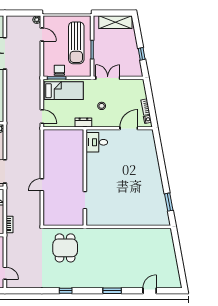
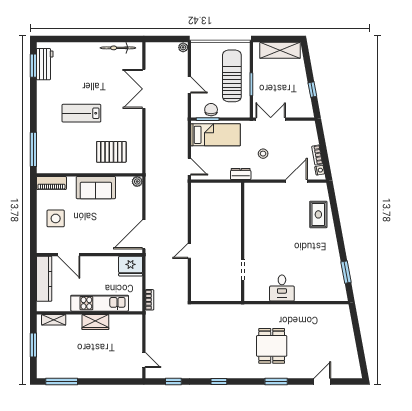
door: (42, 34) -> (189, 85), moved
sun lounger: (76, 43) -> (232, 76), turned 180
desk: (97, 142) -> (282, 288), moved, turned -90
rug: (146, 155) -> (318, 214), added
dining table: (65, 248) -> (272, 346), moved
window: (29, 291) -> (173, 381), added

